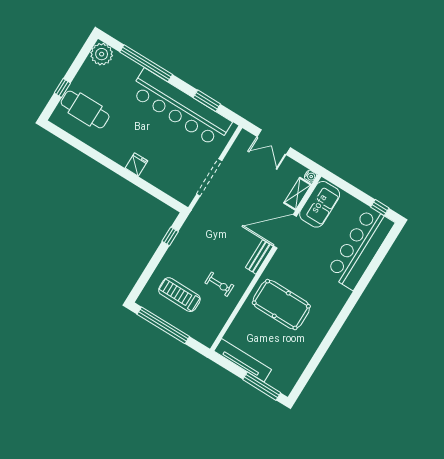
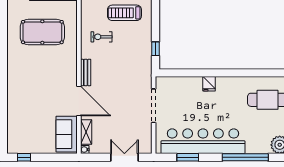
door: (285, 231) -> (79, 101), hinge flipped
bar counter: (360, 248) -> (20, 121), removed
treadmill: (179, 295) -> (124, 13), turned 180
pool table: (281, 305) -> (42, 32), moved

